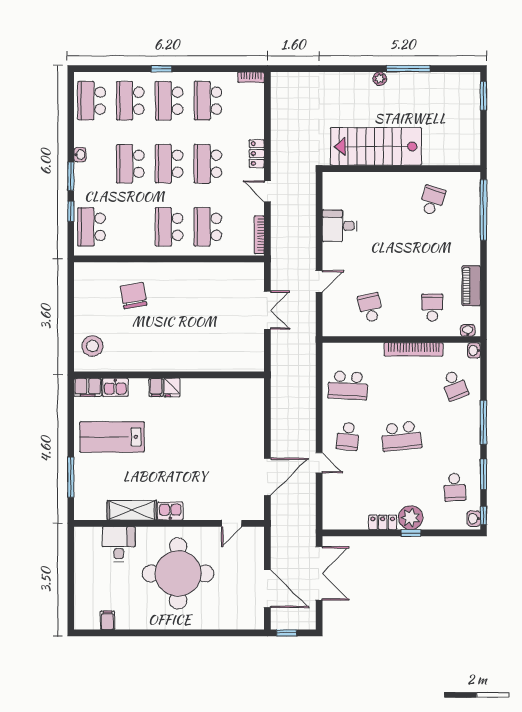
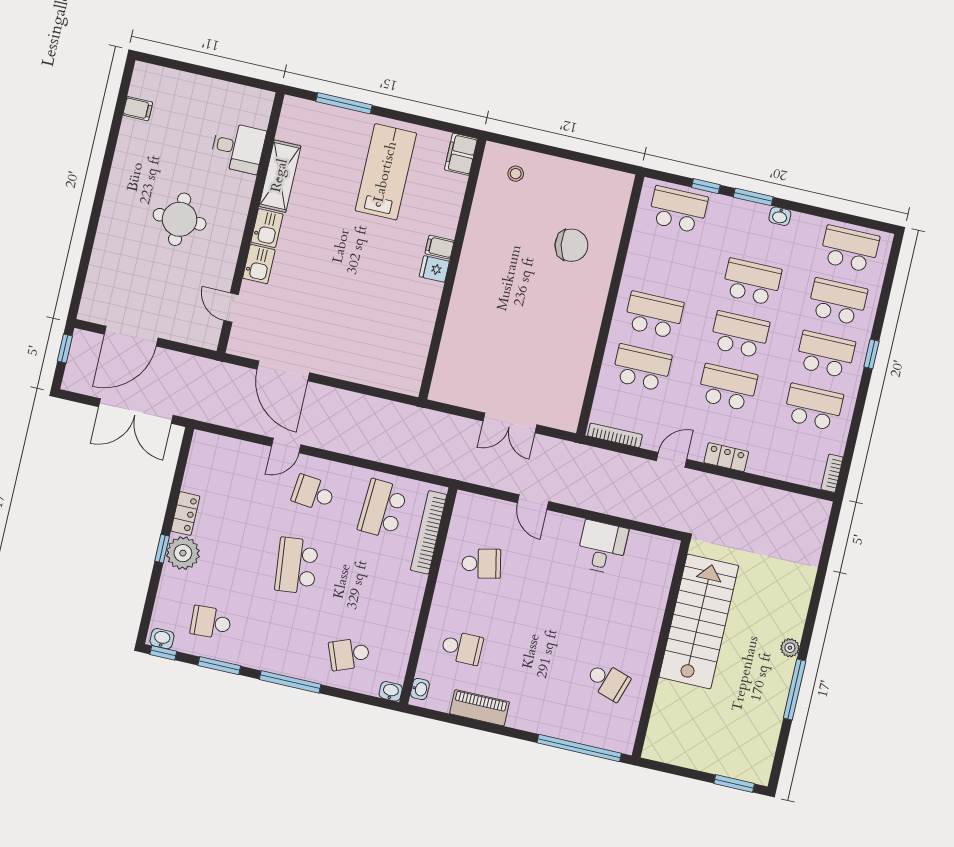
stool: (92, 346) -> (516, 174), width x0.53, depth x0.53
bookcase: (414, 349) -> (429, 532), moved
kitchen sink: (115, 387) -> (259, 264), moved, turned 180
round table: (178, 573) -> (180, 219), width x0.54, depth x0.54

